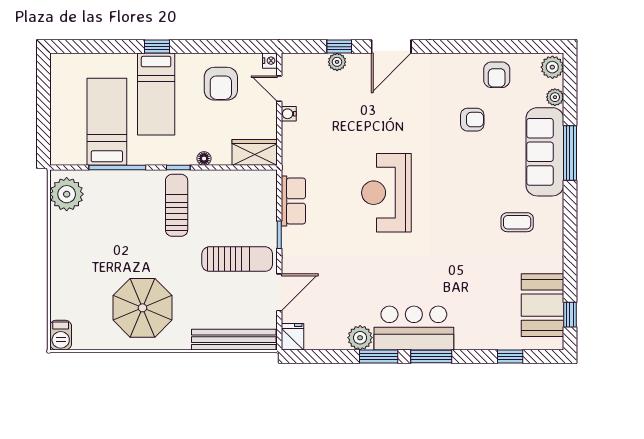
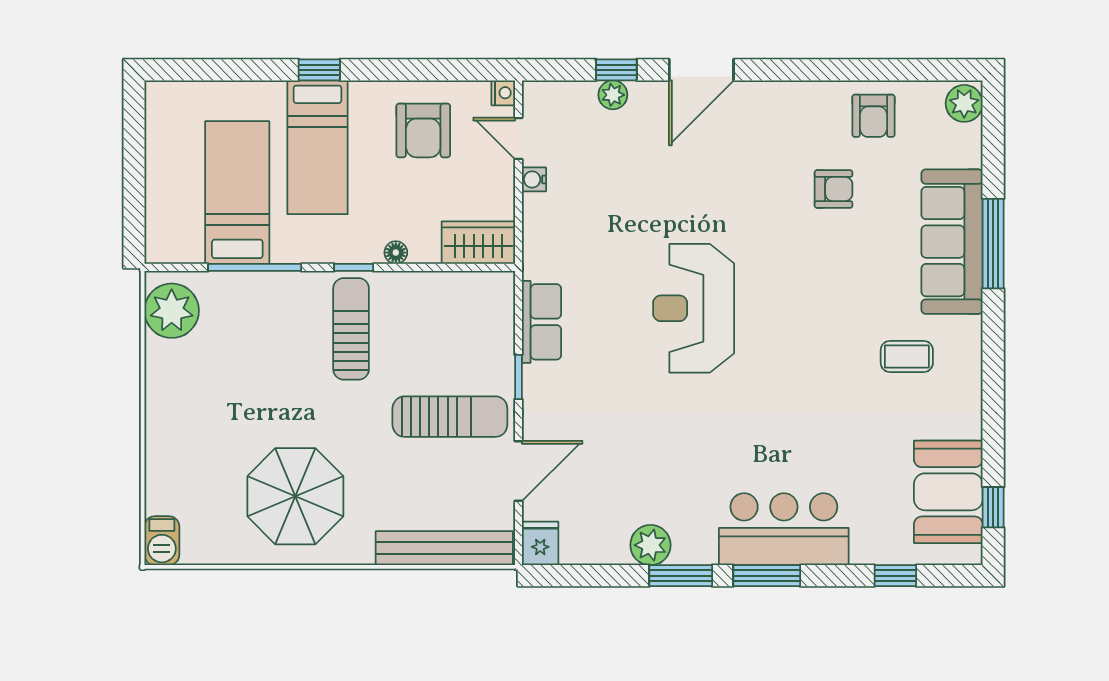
plant: (555, 97) -> (969, 152), removed
bar counter: (414, 328) -> (784, 529), moved

